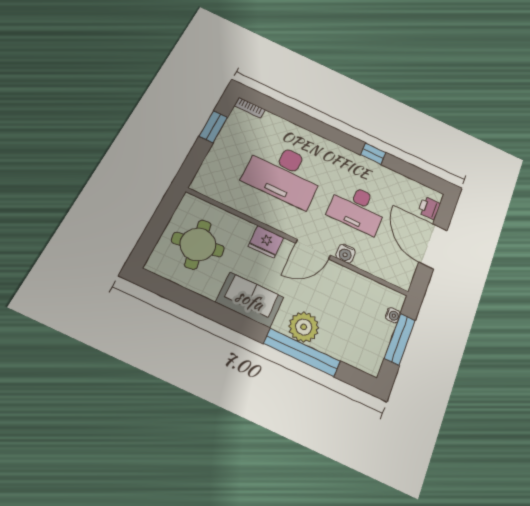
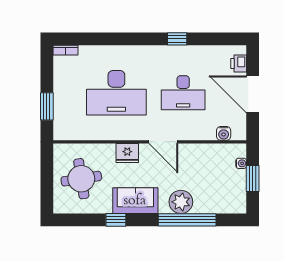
window: (213, 127) -> (47, 106), moved
door: (313, 249) -> (163, 142), hinge flipped
water cooler: (346, 254) -> (224, 133), moved
window: (215, 312) -> (116, 220), added
window: (400, 339) -> (253, 178), width x0.69

